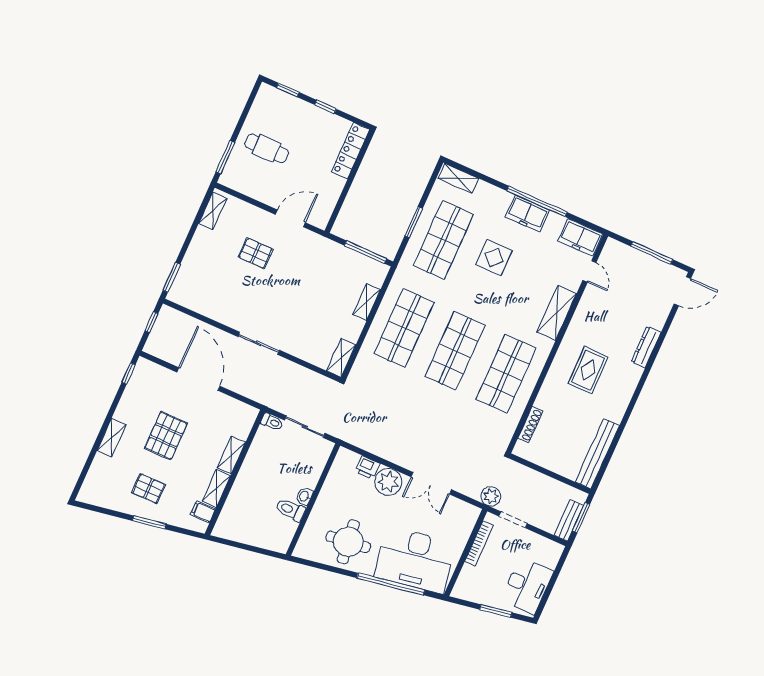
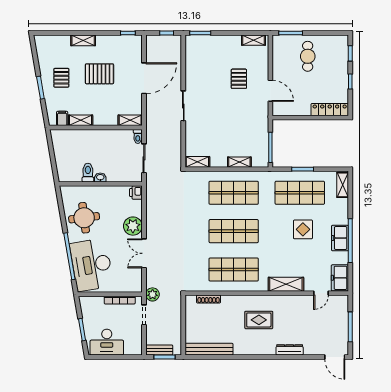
shelving: (231, 455) -> (130, 120), moved
printer: (367, 468) -> (136, 193), moved

